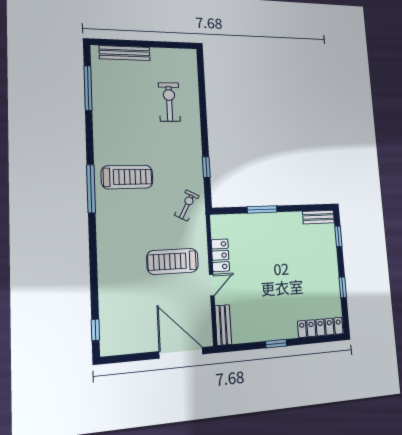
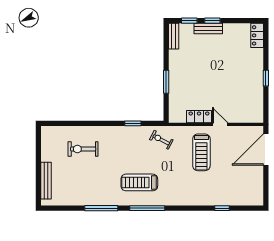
window: (88, 88) -> (101, 208), moved
treadmill: (127, 177) -> (139, 182), turned -90
window: (343, 287) -> (212, 21), moved
bench: (223, 325) -> (208, 29), moved
locker: (320, 327) -> (257, 35), width x0.66
window: (95, 330) -> (222, 208), moved

